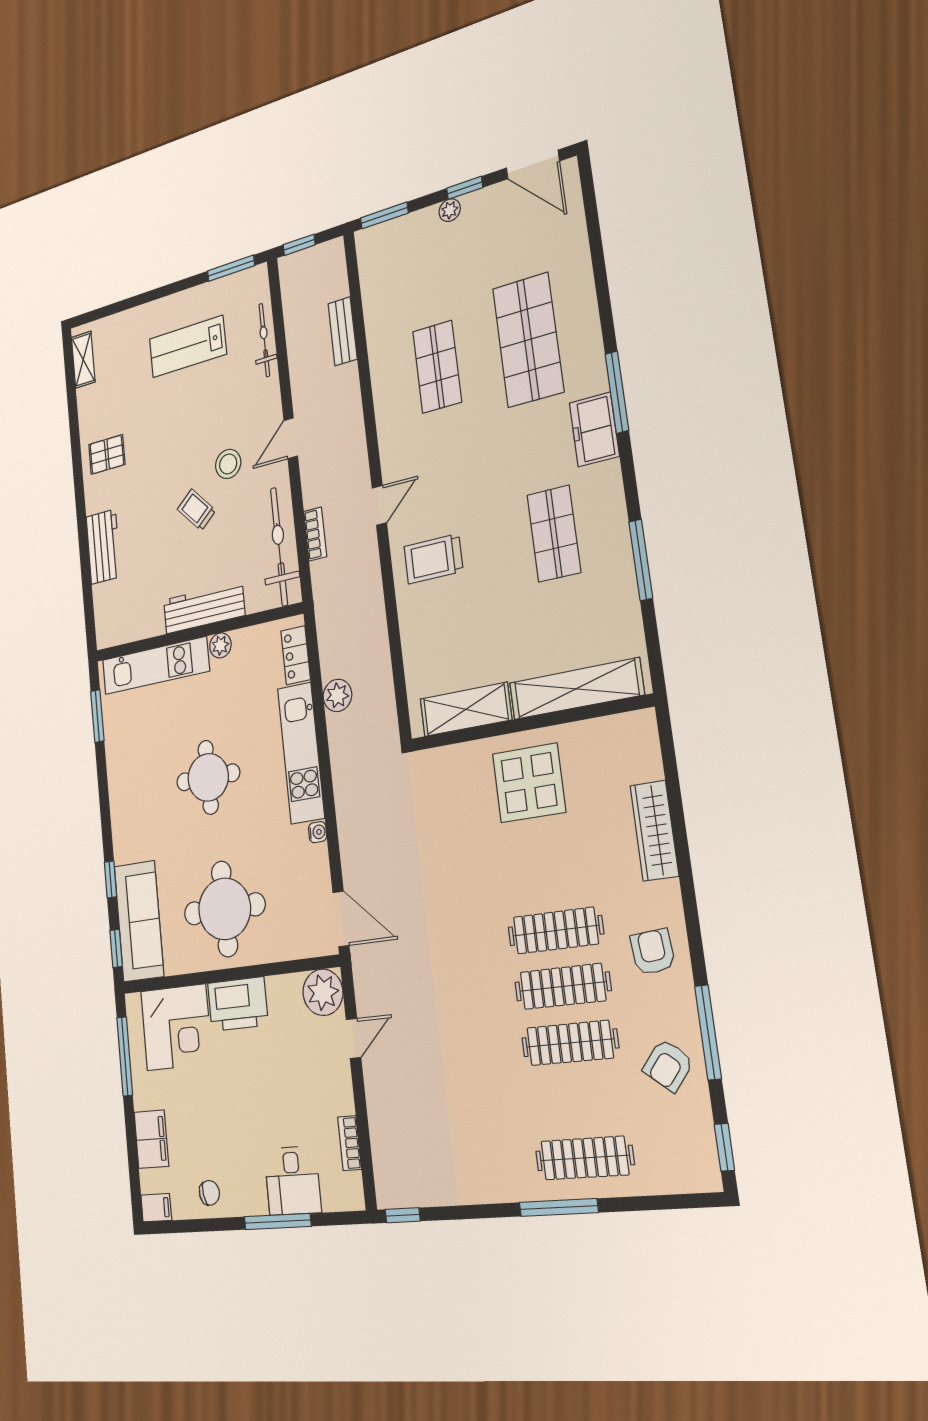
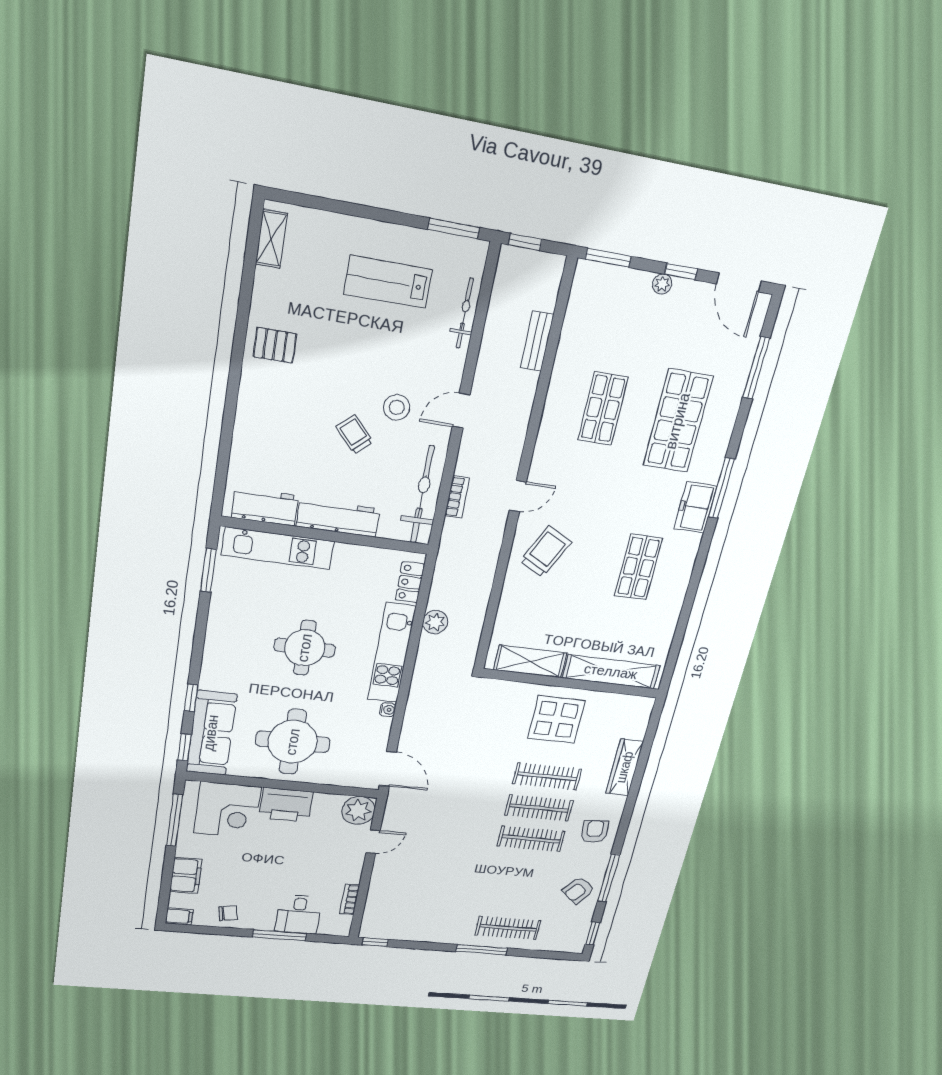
workbench: (103, 547) -> (265, 507), moved, turned -90
trolley: (433, 559) -> (545, 552), turned 117
window: (641, 560) -> (756, 368), moved
plant: (220, 645) -> (345, 553), removed
clothes rail: (570, 1043) -> (547, 776), moved

